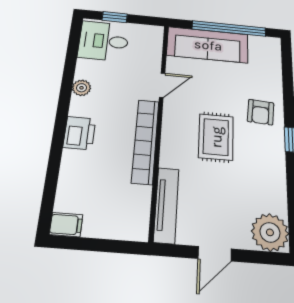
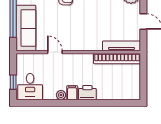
rug: (216, 137) -> (83, 22), removed
bookcase: (145, 141) -> (117, 59), moved
filing cabinet: (66, 225) -> (72, 93), moved

